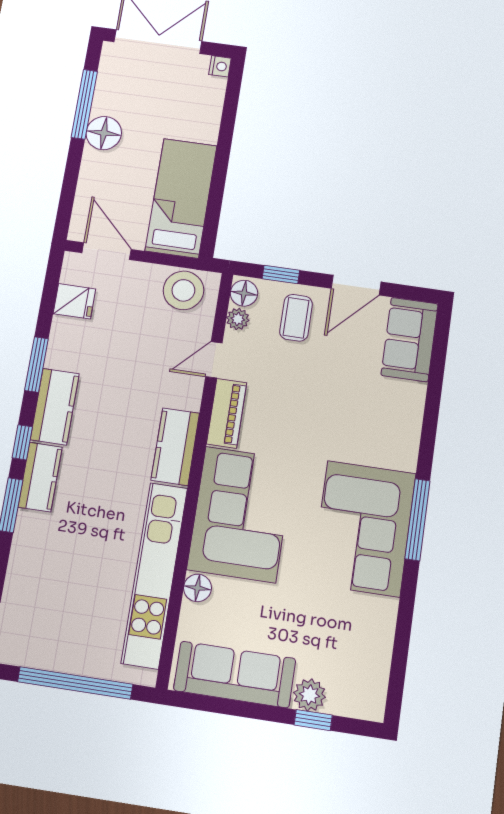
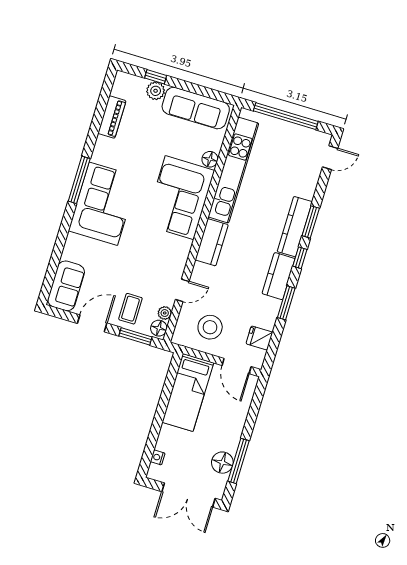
nightstand: (220, 66) -> (158, 457), moved
floor lamp: (104, 133) -> (222, 463), moved
window: (281, 274) -> (135, 336), width x1.50
stool: (183, 290) -> (210, 327), moved
piano: (227, 413) -> (112, 117), moved, turned 180
kitchen counter: (40, 477) -> (295, 227), width x1.50
corner sofa: (364, 528) -> (103, 204), moved

